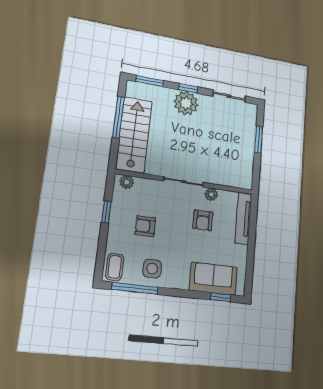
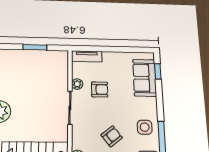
window: (259, 139) -> (35, 47), moved
tv unit: (243, 218) -> (87, 56), width x0.71
armchair: (145, 226) -> (112, 136), turned -128

